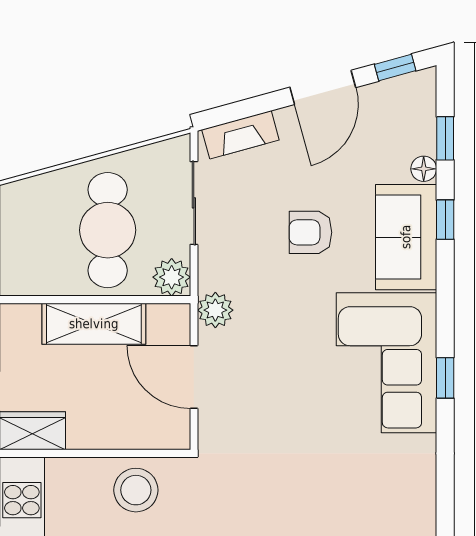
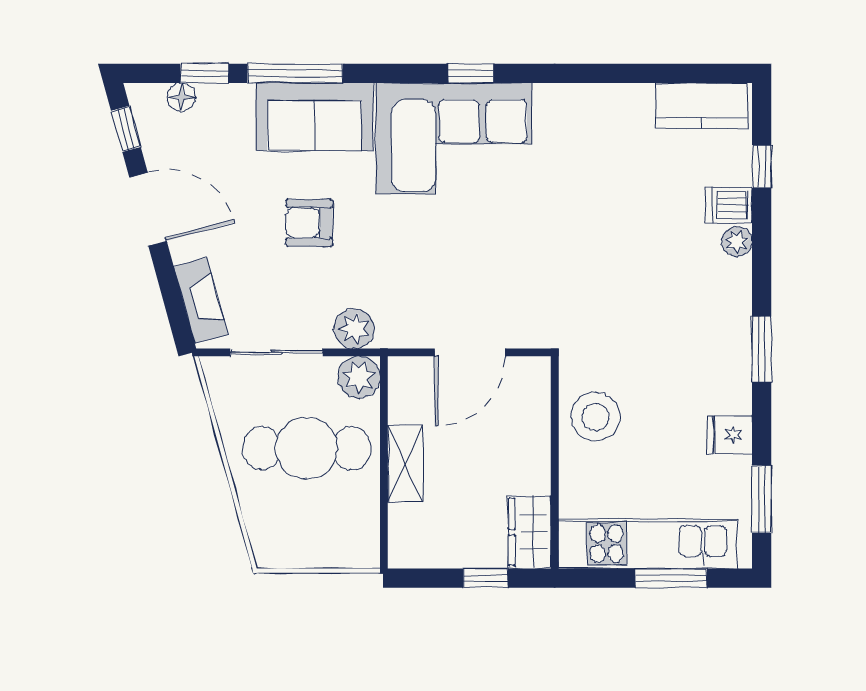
floor lamp: (424, 169) -> (181, 97), moved
window: (445, 220) -> (295, 73), width x2.17
armchair: (311, 232) -> (309, 223), turned 90
plant: (215, 310) -> (354, 329), moved
shelving: (94, 324) -> (405, 464), width x0.67, depth x0.75

